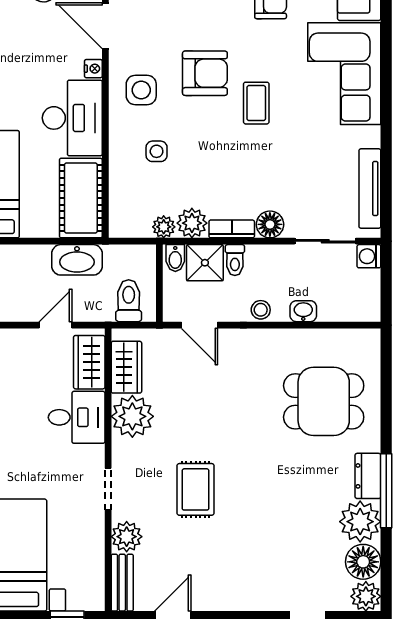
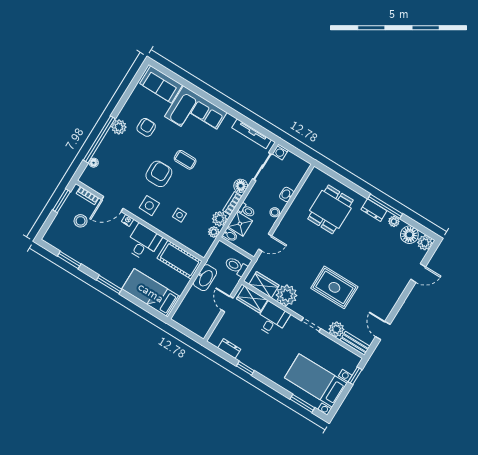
desk: (72, 118) -> (143, 242), width x0.73
rug: (196, 489) -> (334, 287), width x1.36, depth x1.43
plant: (360, 522) -> (394, 221), width x0.53, depth x0.53

